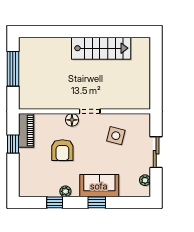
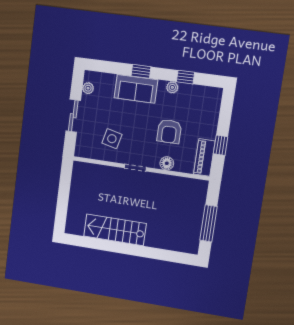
floor lamp: (72, 120) -> (167, 163), moved
armchair: (62, 150) -> (169, 131), turned 180

